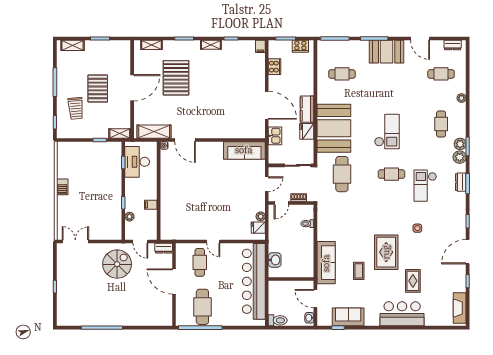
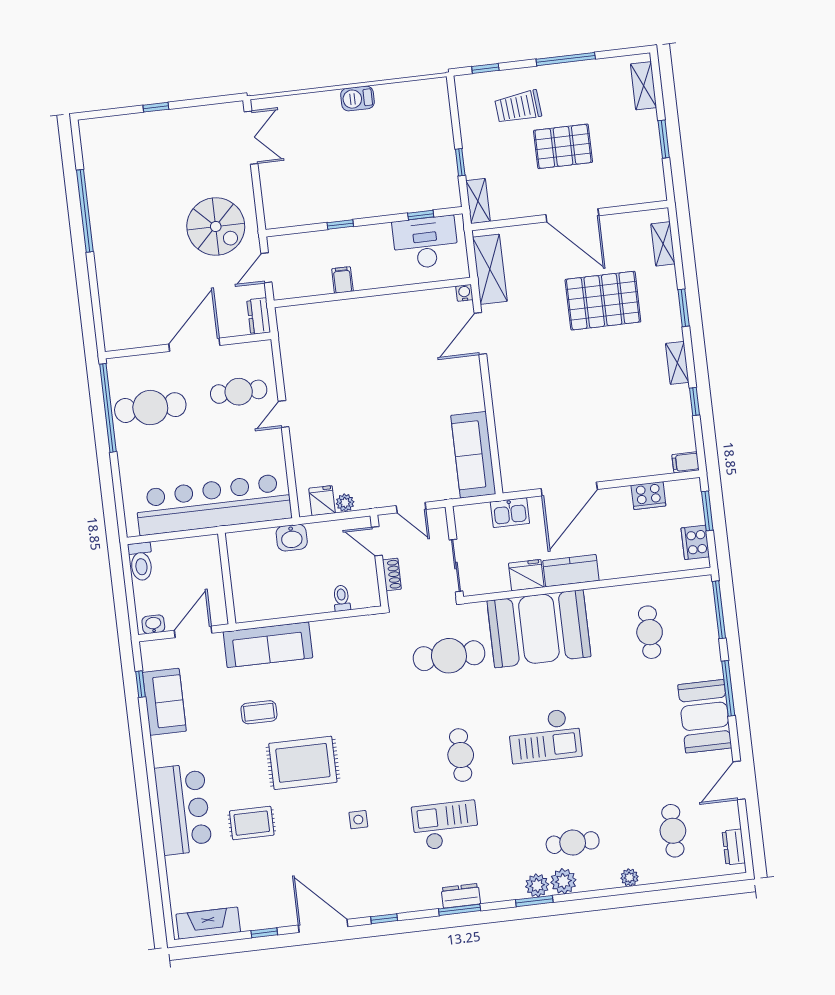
plant: (460, 157) -> (563, 881), moved
plant: (129, 217) -> (314, 240), removed
washbasin: (275, 260) -> (292, 538), moved

